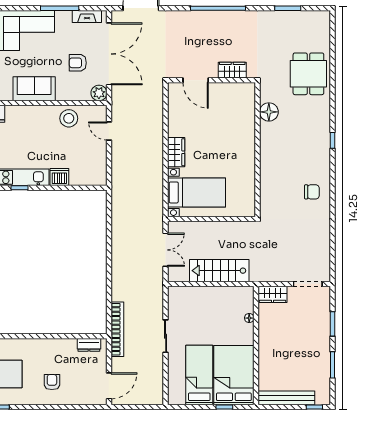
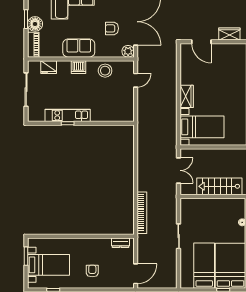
door: (109, 131) -> (136, 80), swing flipped
dishwasher: (59, 177) -> (78, 67), moved, turned 180
bookcase: (117, 329) -> (142, 213), moved

